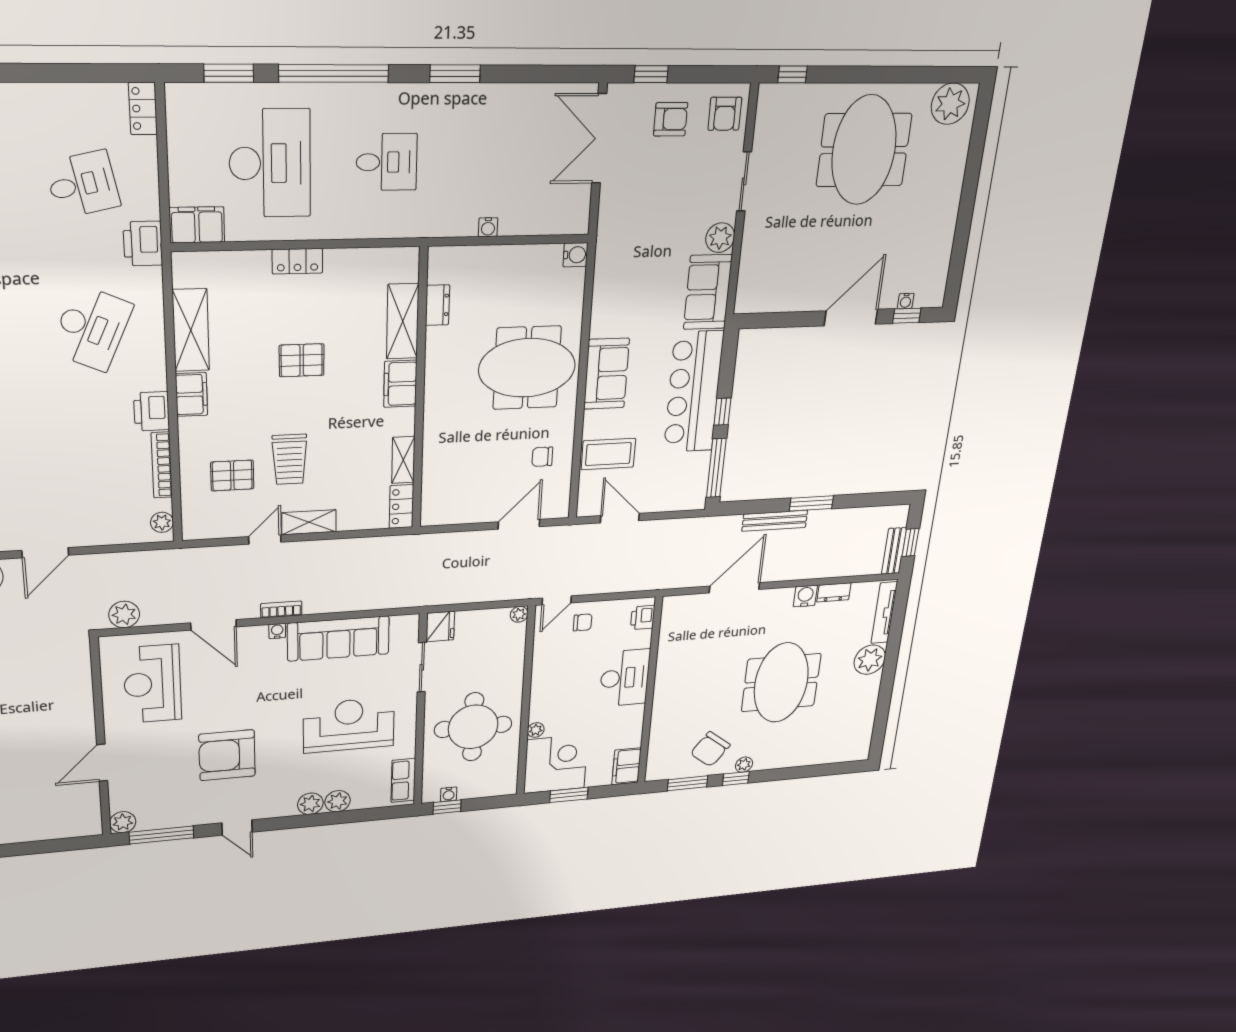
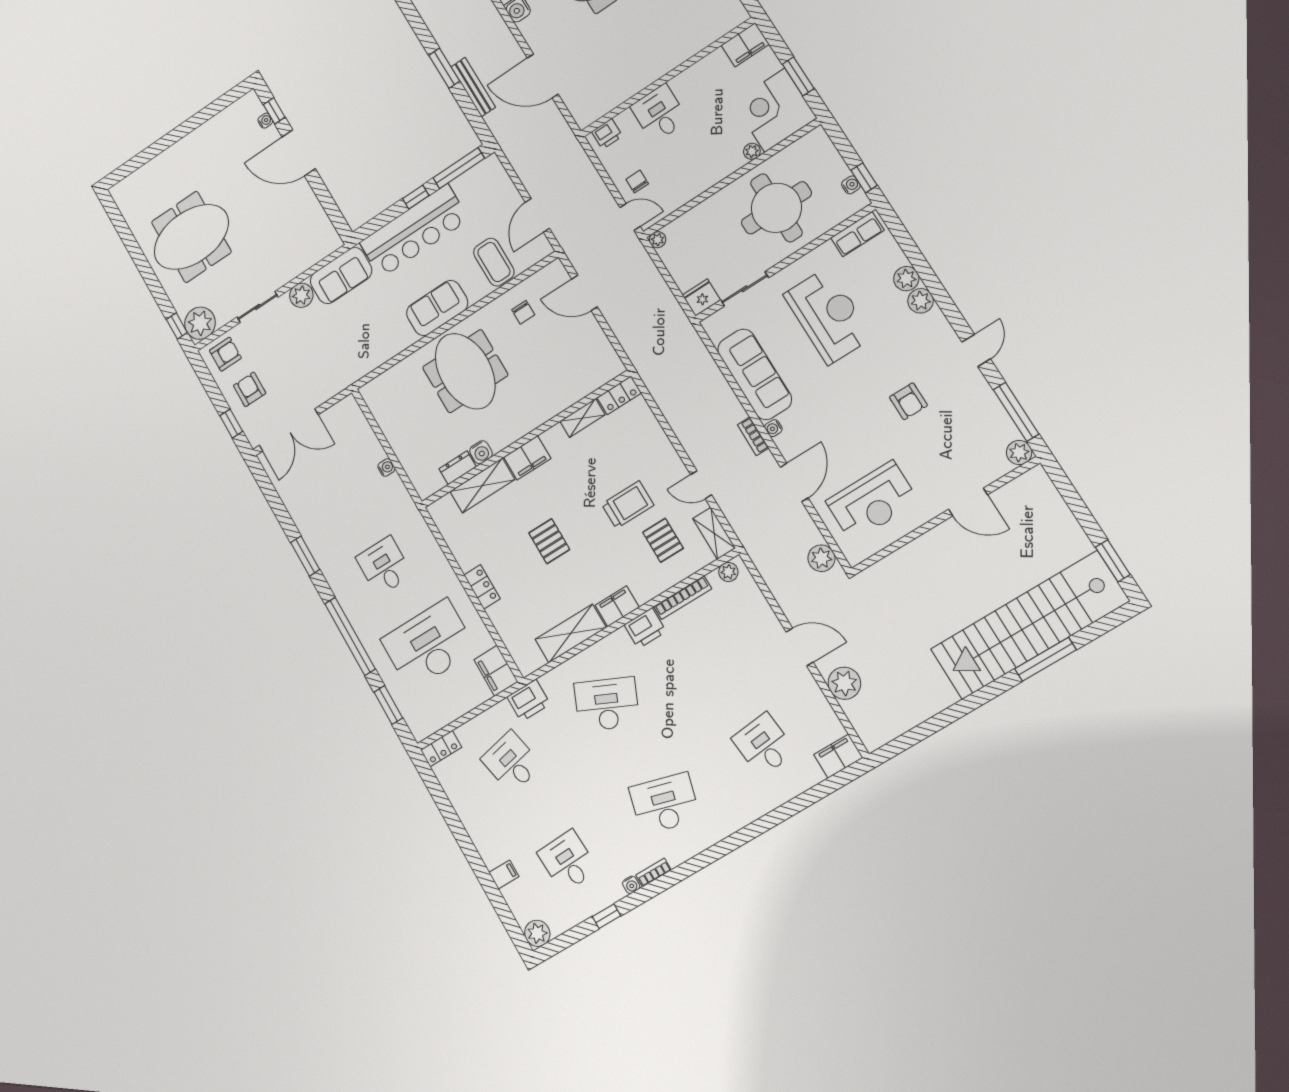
plant: (950, 104) -> (200, 323), moved
water cooler: (575, 255) -> (481, 452), moved, turned 180
shelving: (309, 522) -> (714, 533), moved
desk: (625, 678) -> (659, 113), width x0.73
reception desk: (349, 725) -> (828, 316), turned 180
armchair: (227, 755) -> (908, 401), width x0.53, depth x0.53

